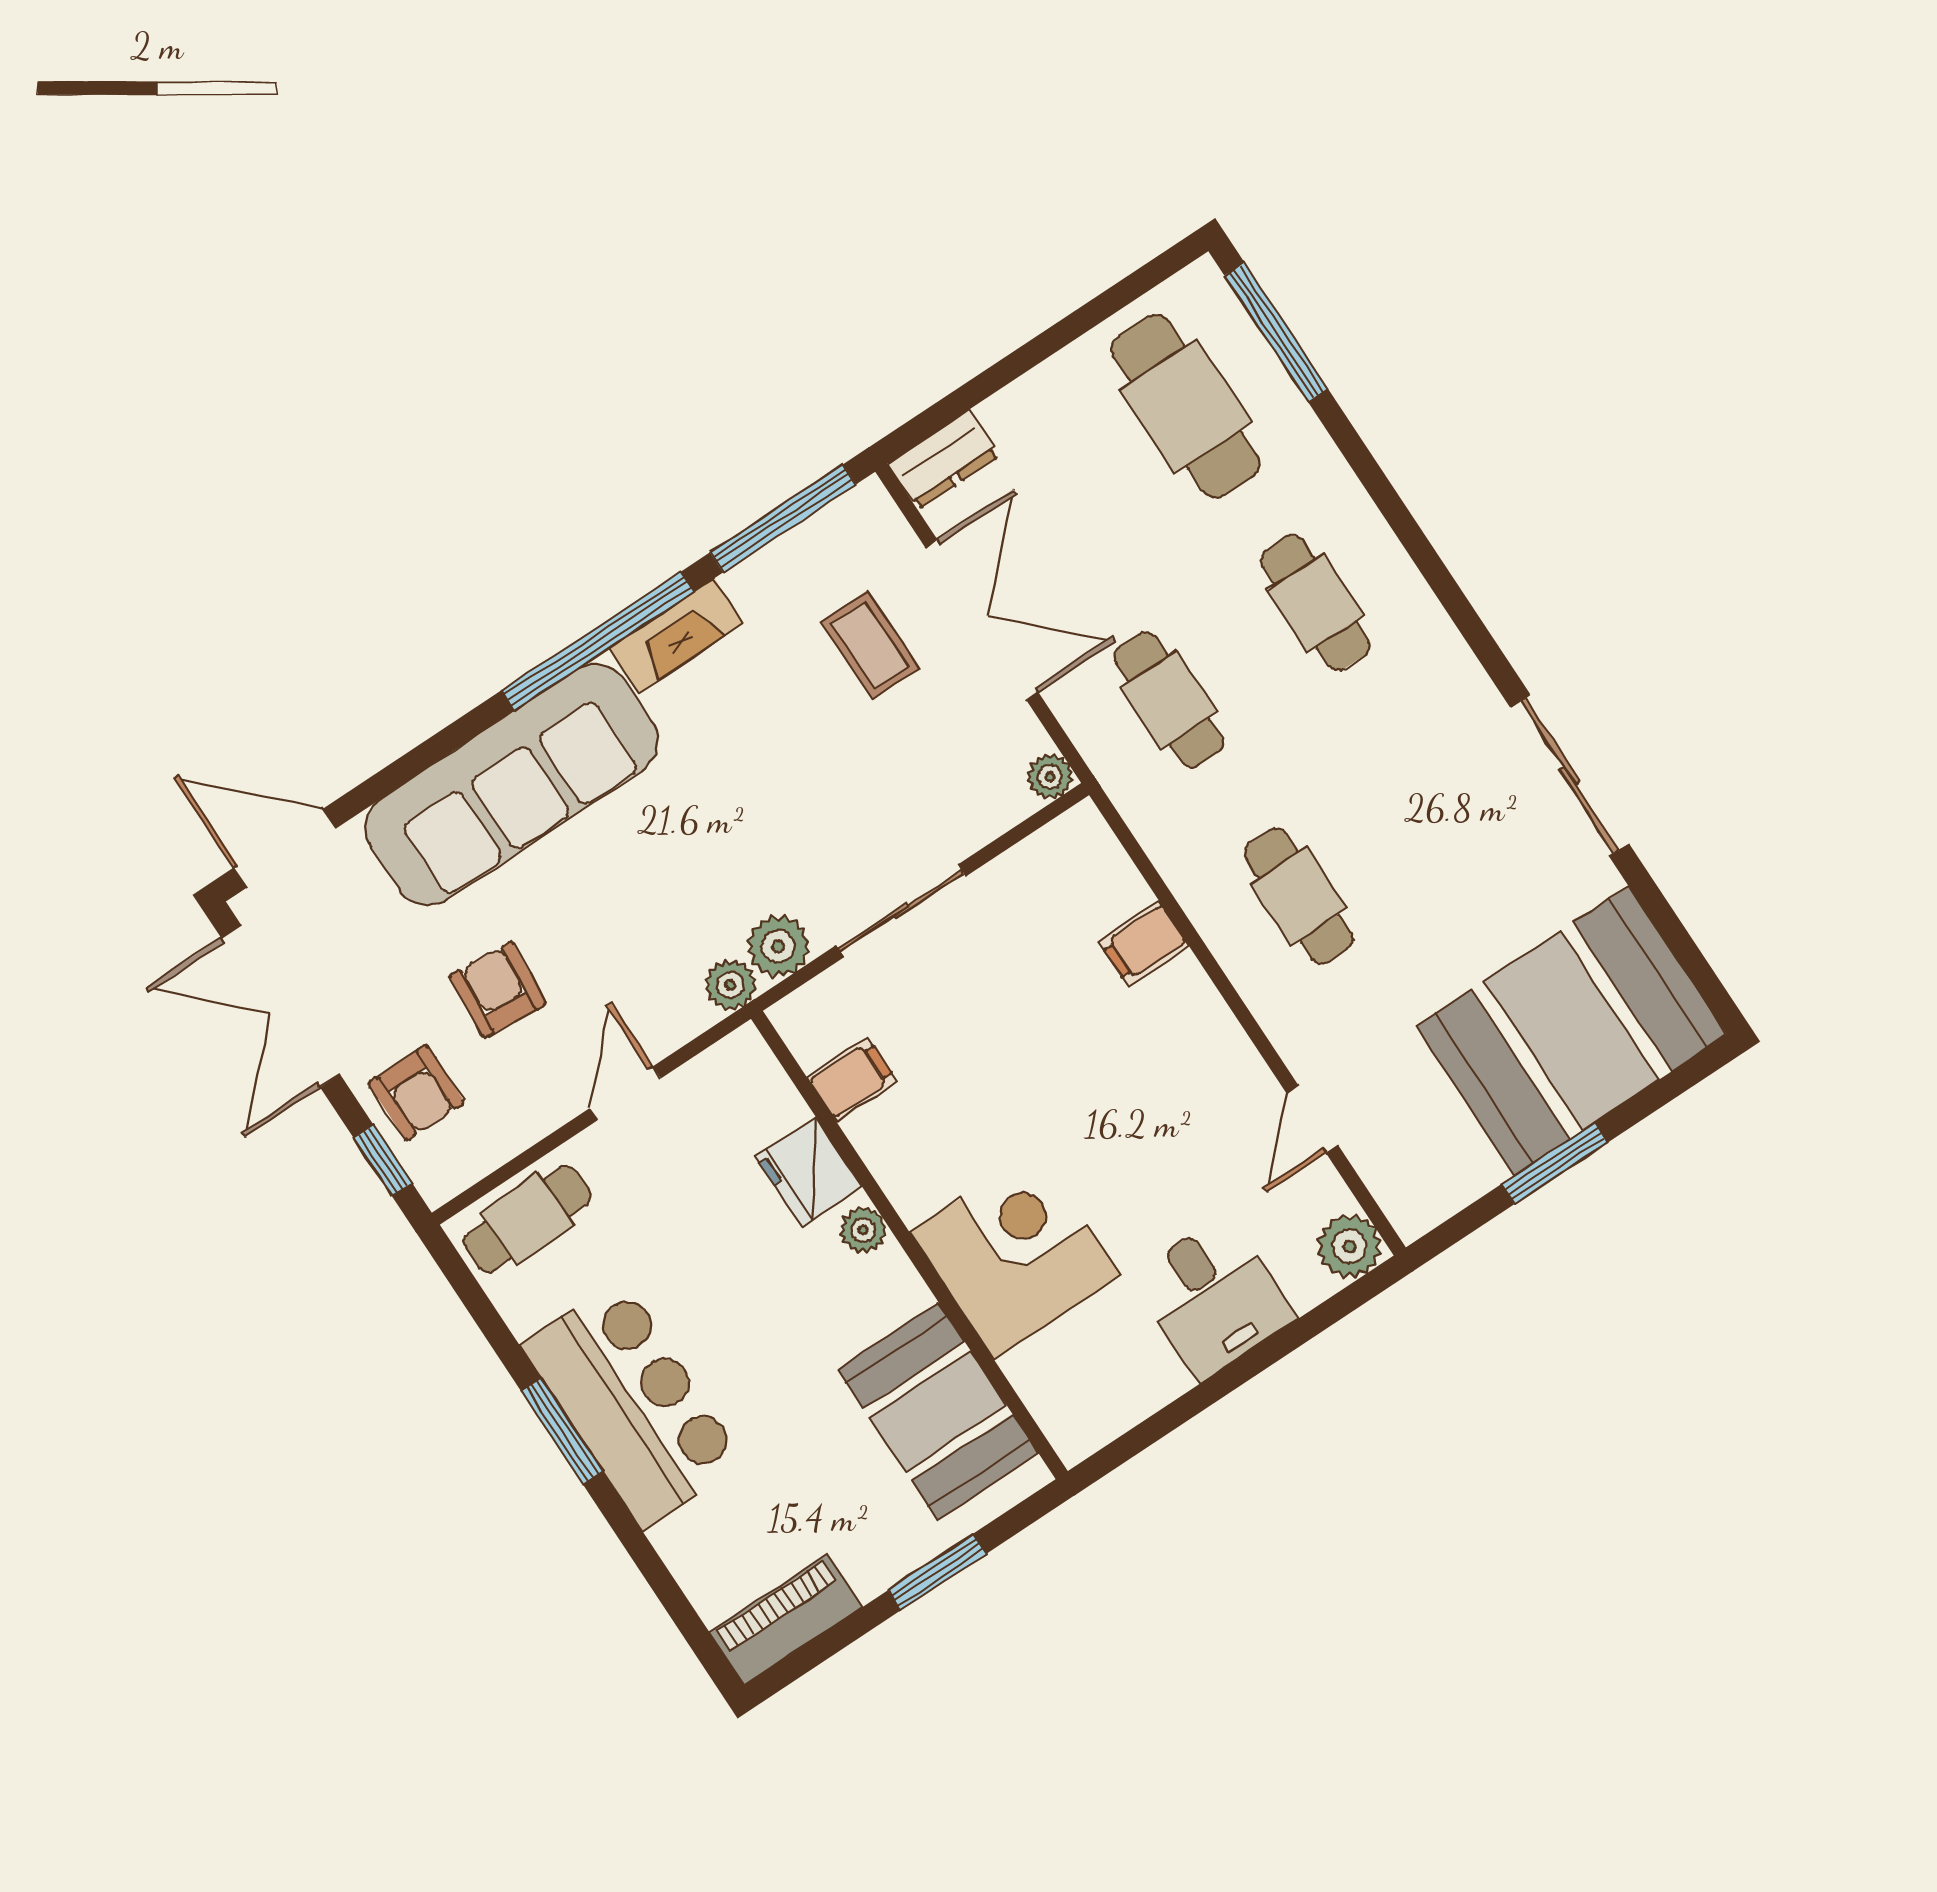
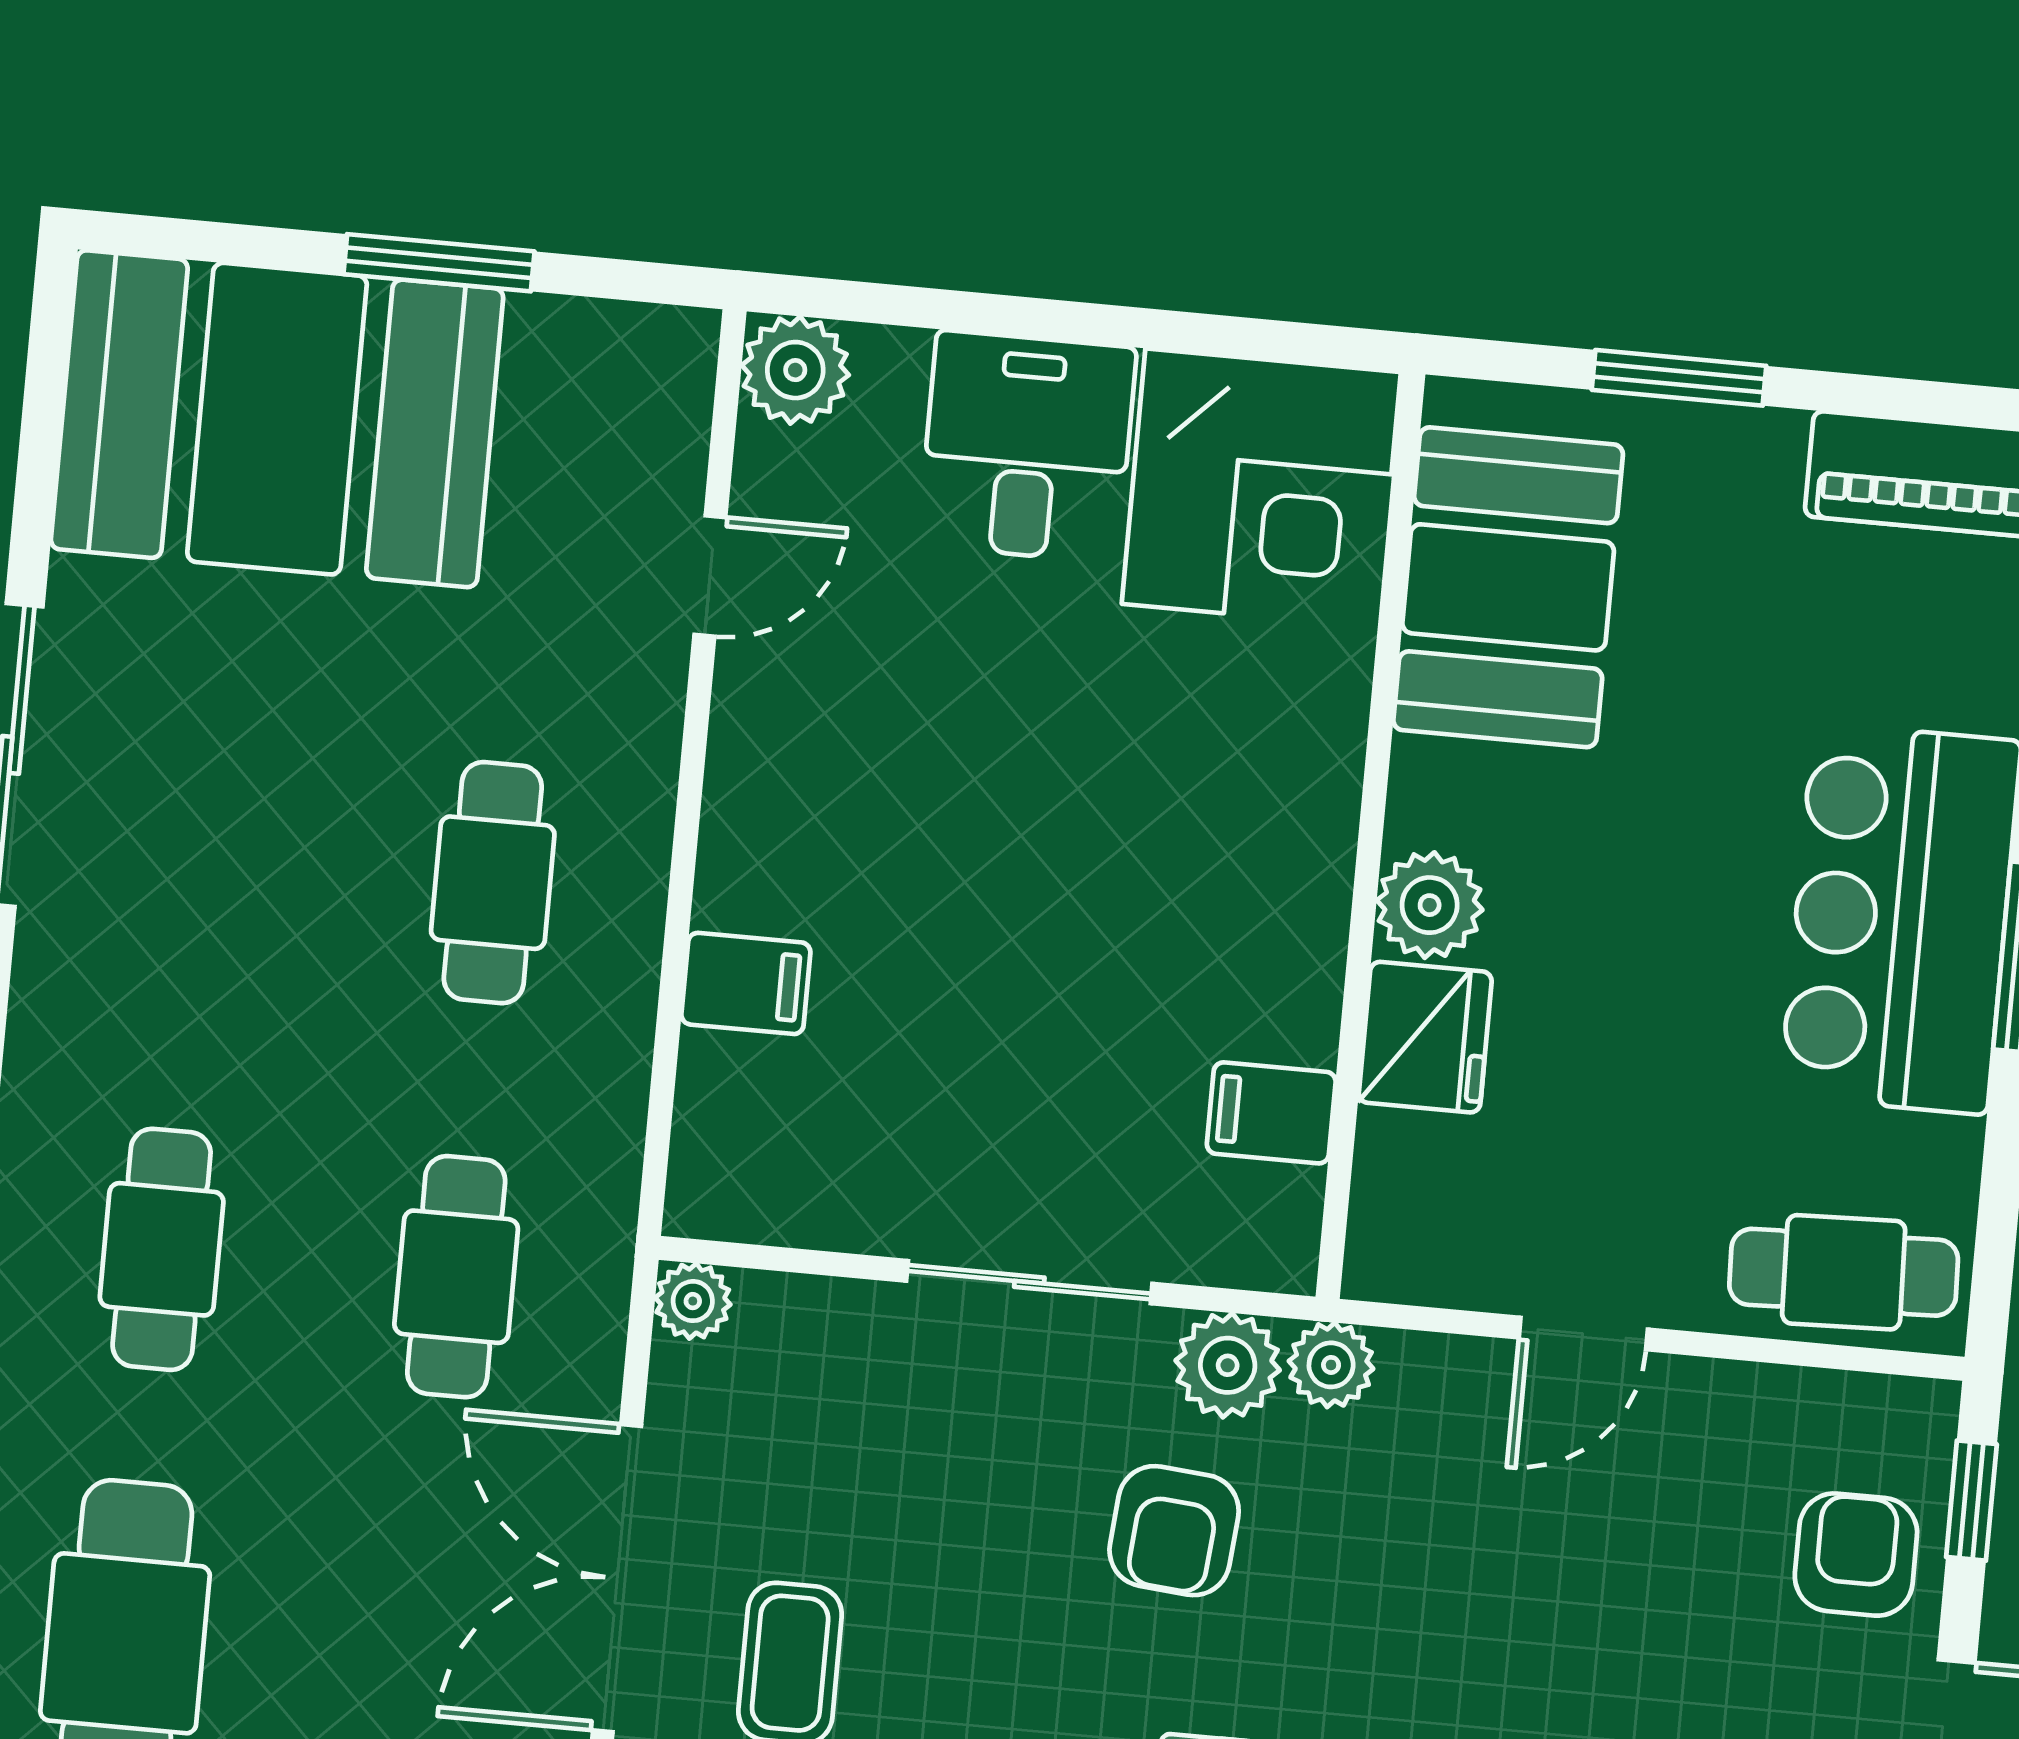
armchair: (498, 990) -> (1174, 1531), moved
plant: (863, 1230) -> (1430, 905), width x1.38, depth x1.38
corner desk: (1015, 1254) -> (1261, 488), moved, turned -90

